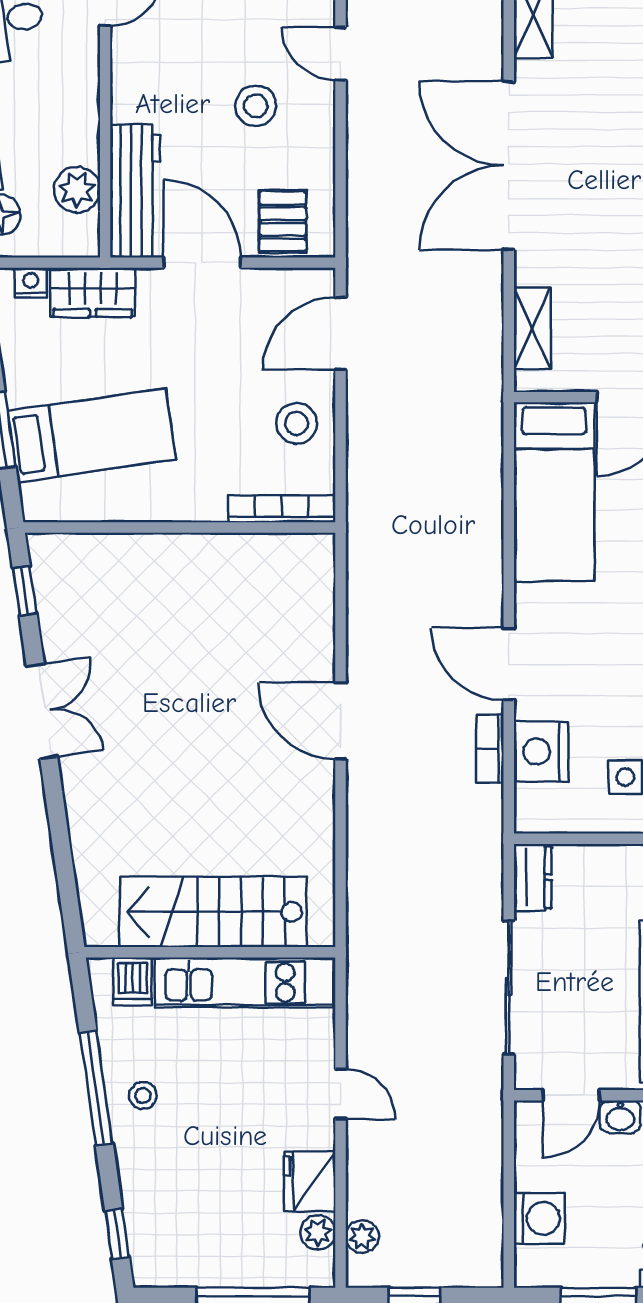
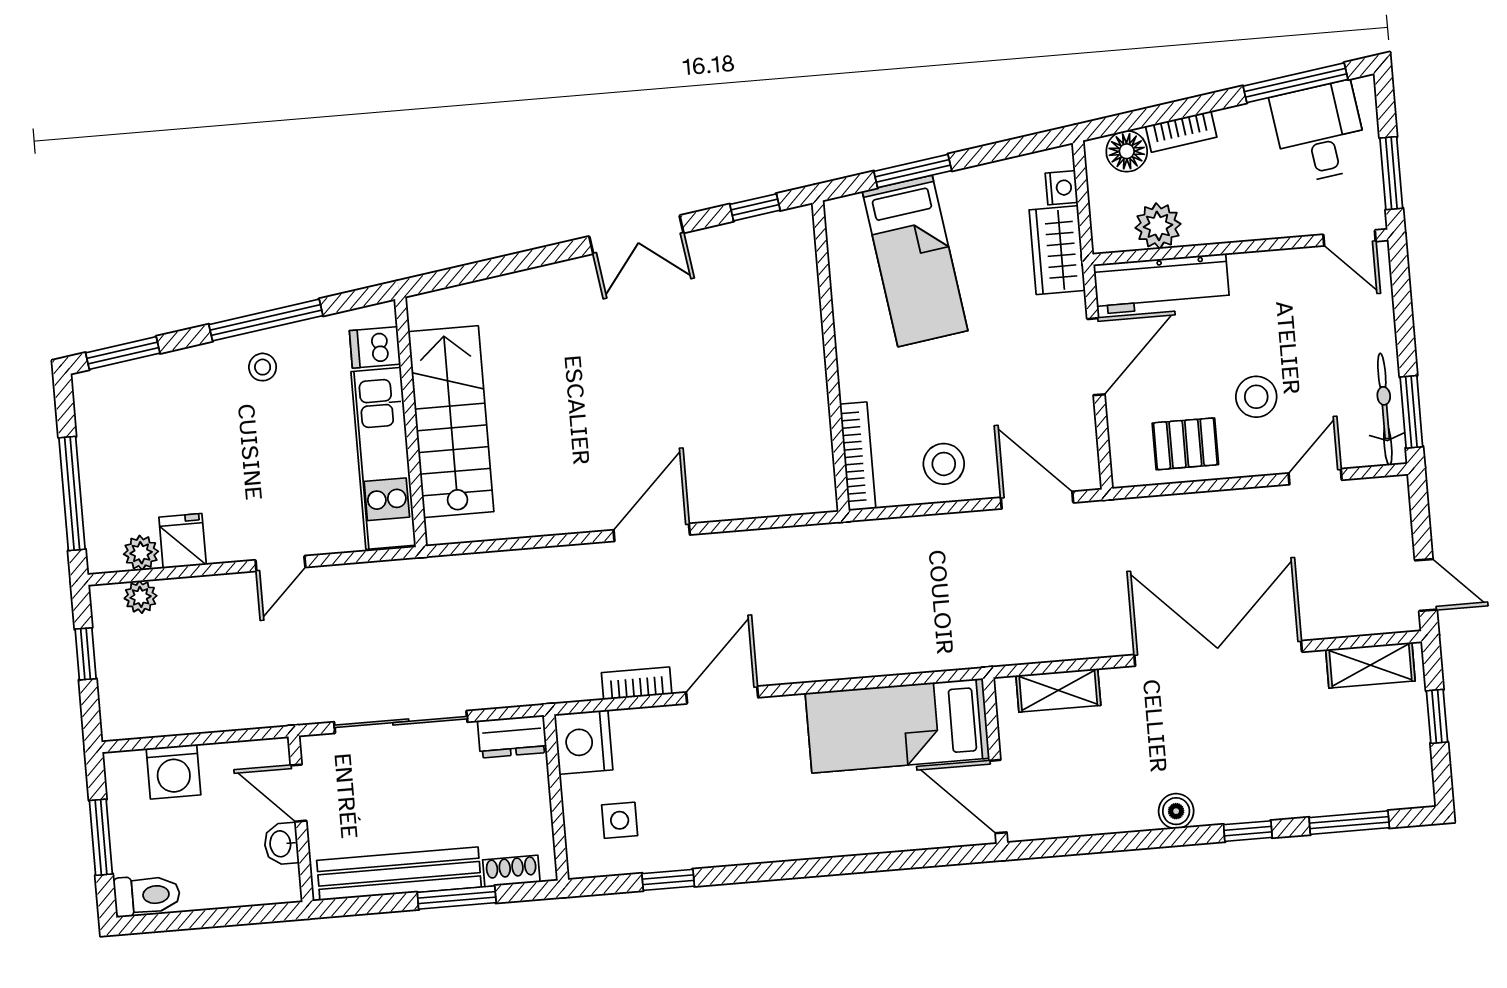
pallet: (283, 222) -> (1185, 444), moved
nightstand: (541, 751) -> (583, 742), moved, turned -90
fridge: (310, 1182) -> (183, 541), width x0.72
window: (117, 1234) -> (123, 353), width x1.50

